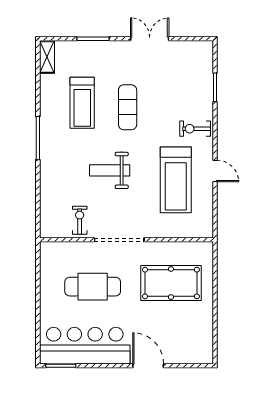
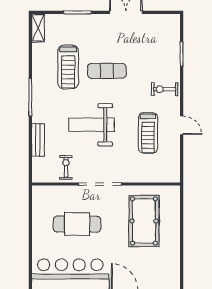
exercise mat: (128, 107) -> (107, 71), turned 90
weight bench: (110, 170) -> (92, 125), width x1.36, depth x1.33
treadmill: (176, 180) -> (148, 133), width x0.73, depth x0.73
bench: (47, 188) -> (38, 140), added
pool table: (171, 283) -> (144, 221), turned 90

